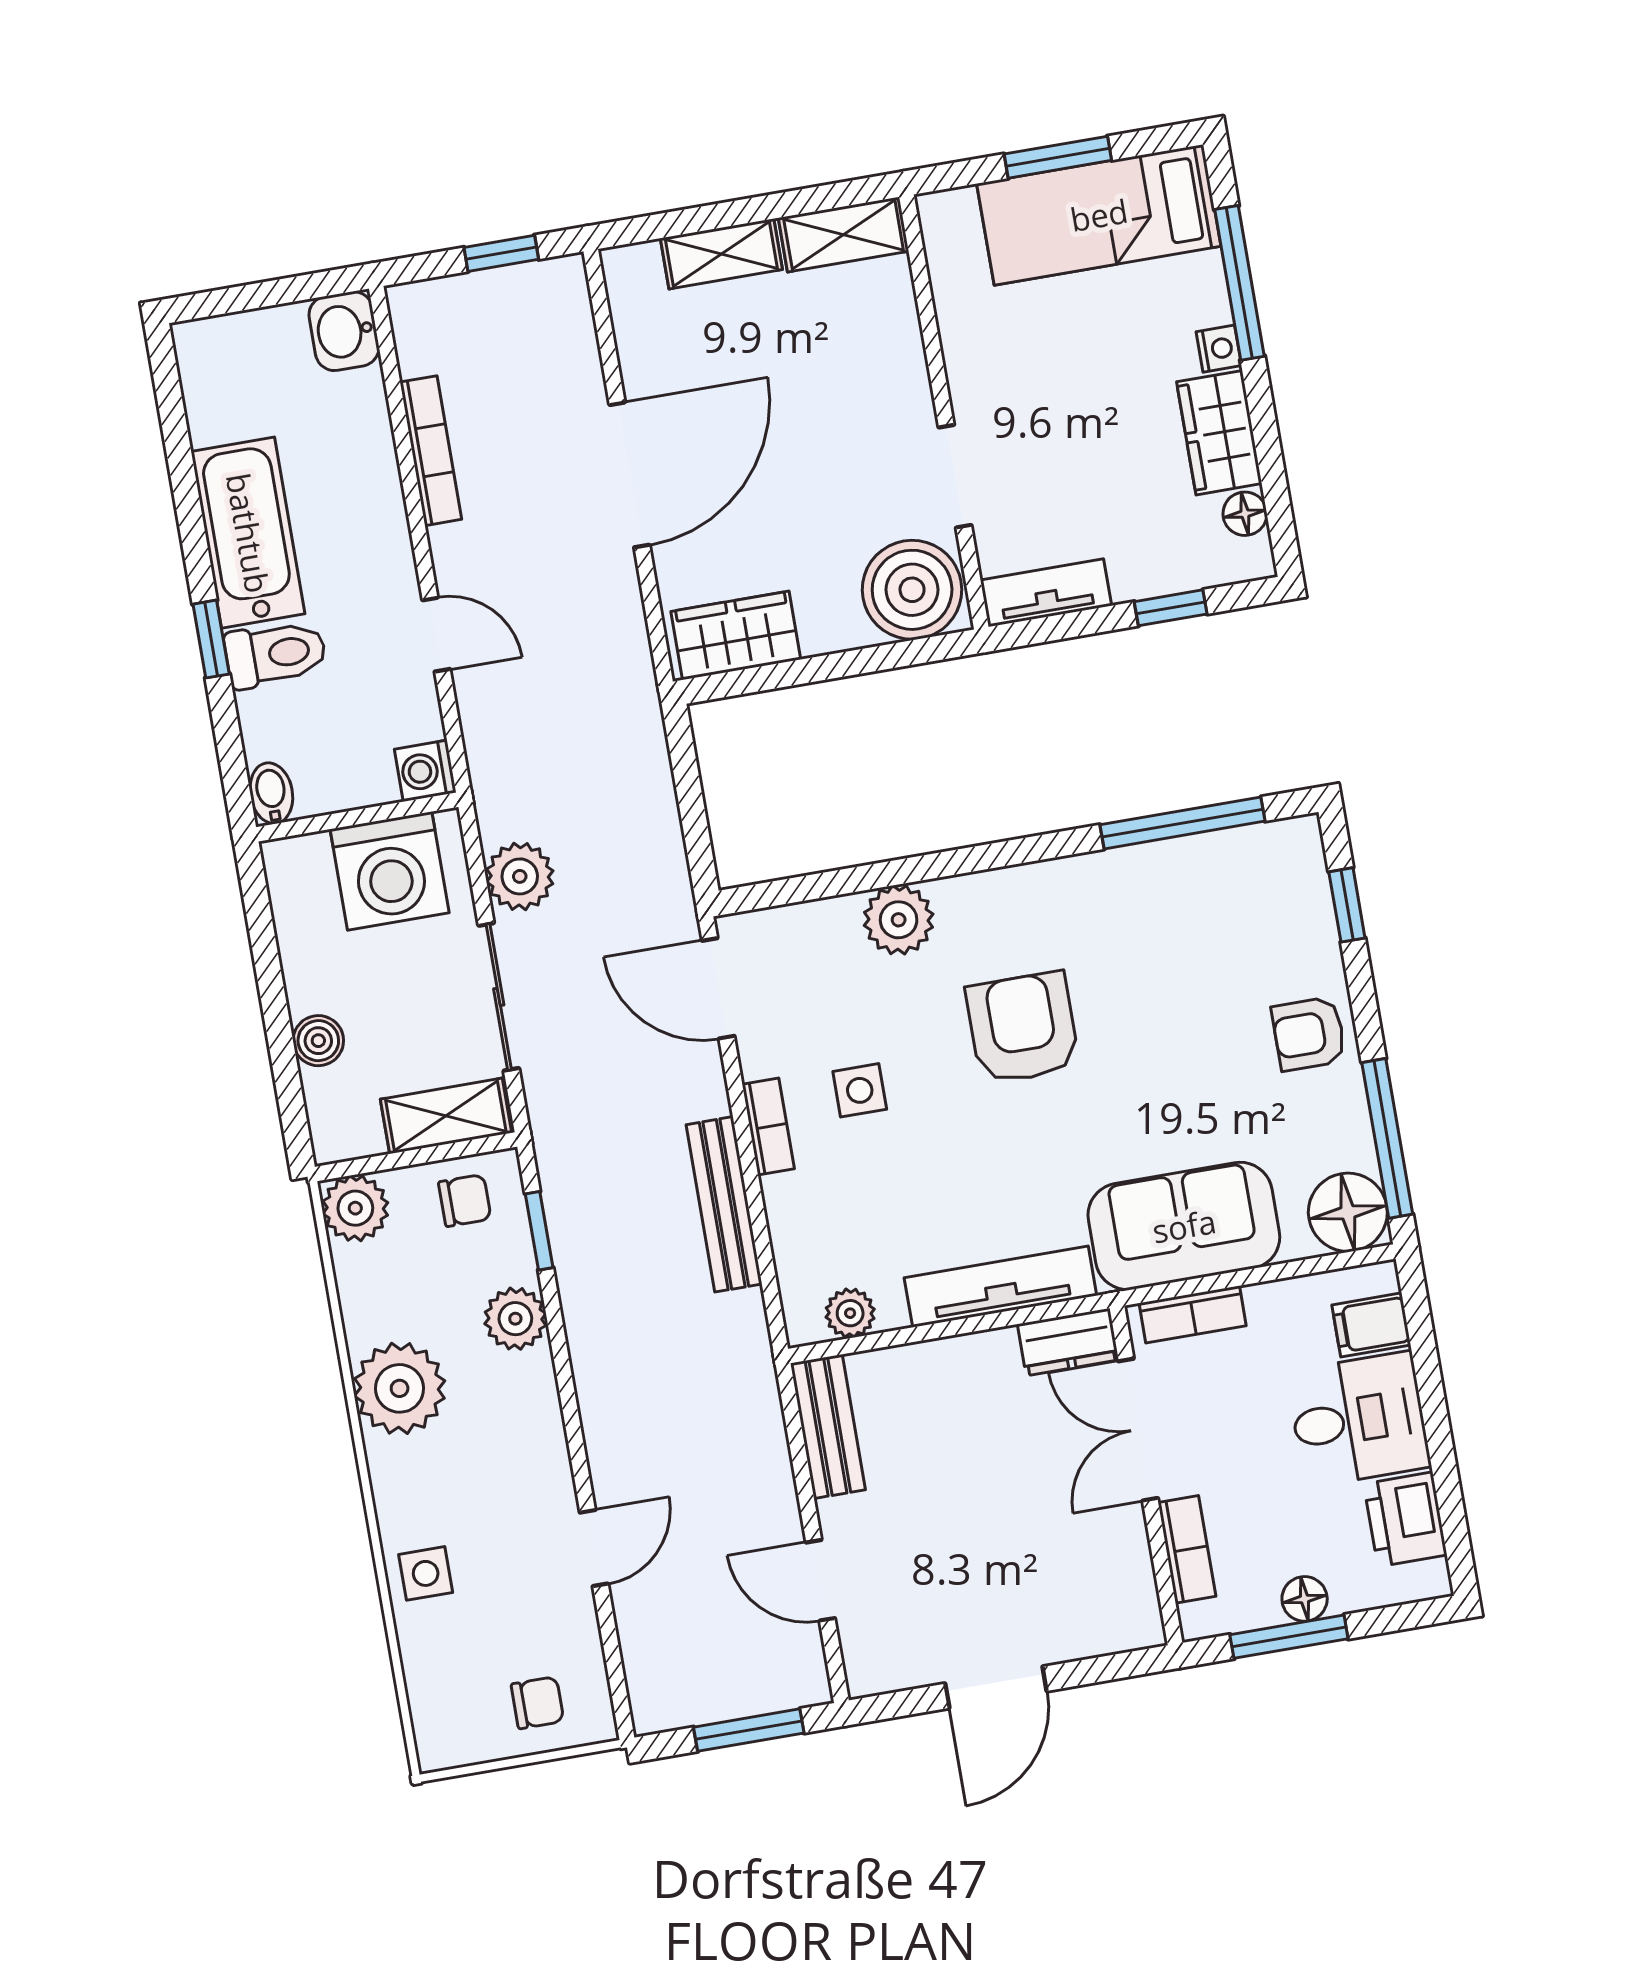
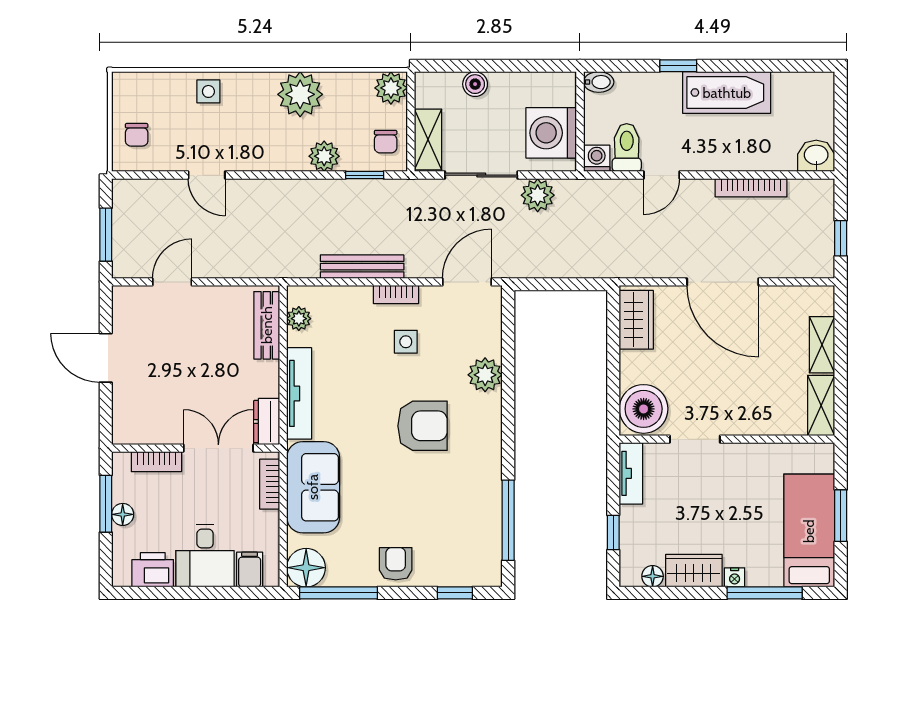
toilet: (276, 654) -> (627, 147), moved, turned 180
bench: (828, 1427) -> (267, 325), moved, turned 90

